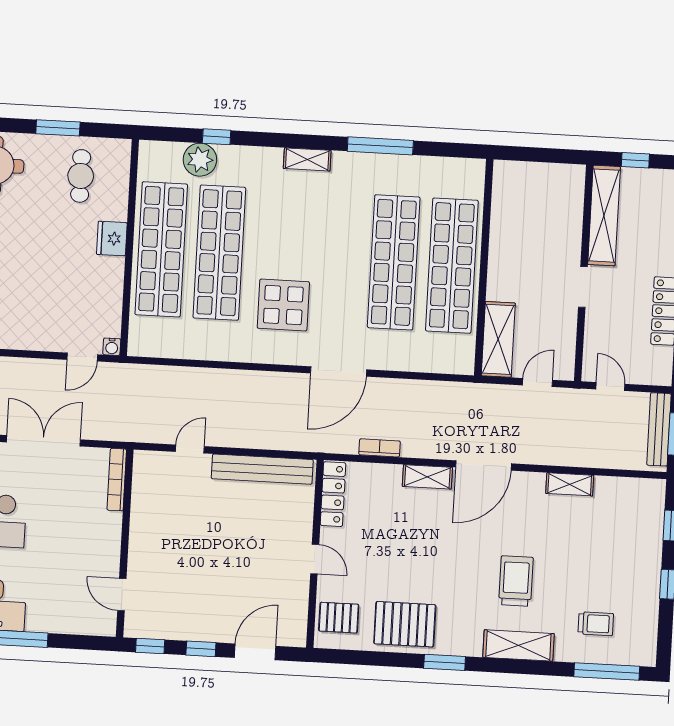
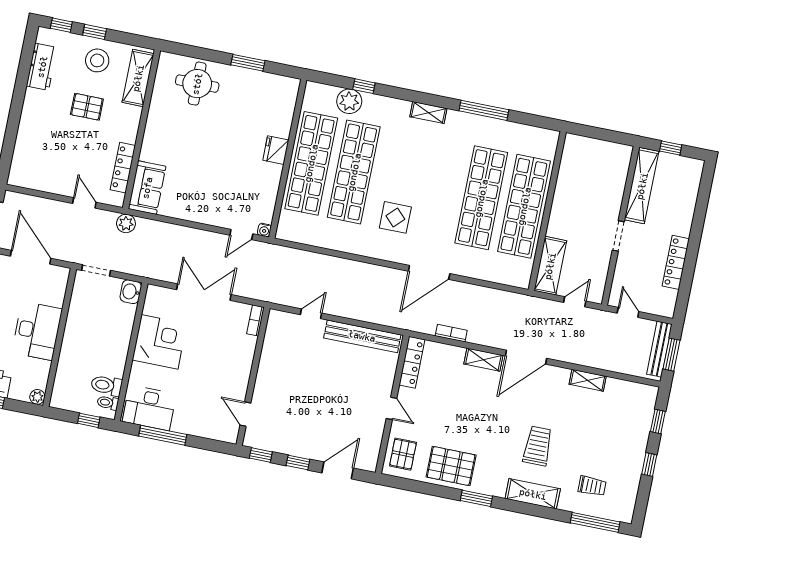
cafe table: (81, 176) -> (259, 101), removed
display table: (283, 305) -> (395, 217), width x0.73, depth x0.73
bookcase: (117, 480) -> (255, 320), width x0.64
pallet: (339, 618) -> (403, 454), turned 90

